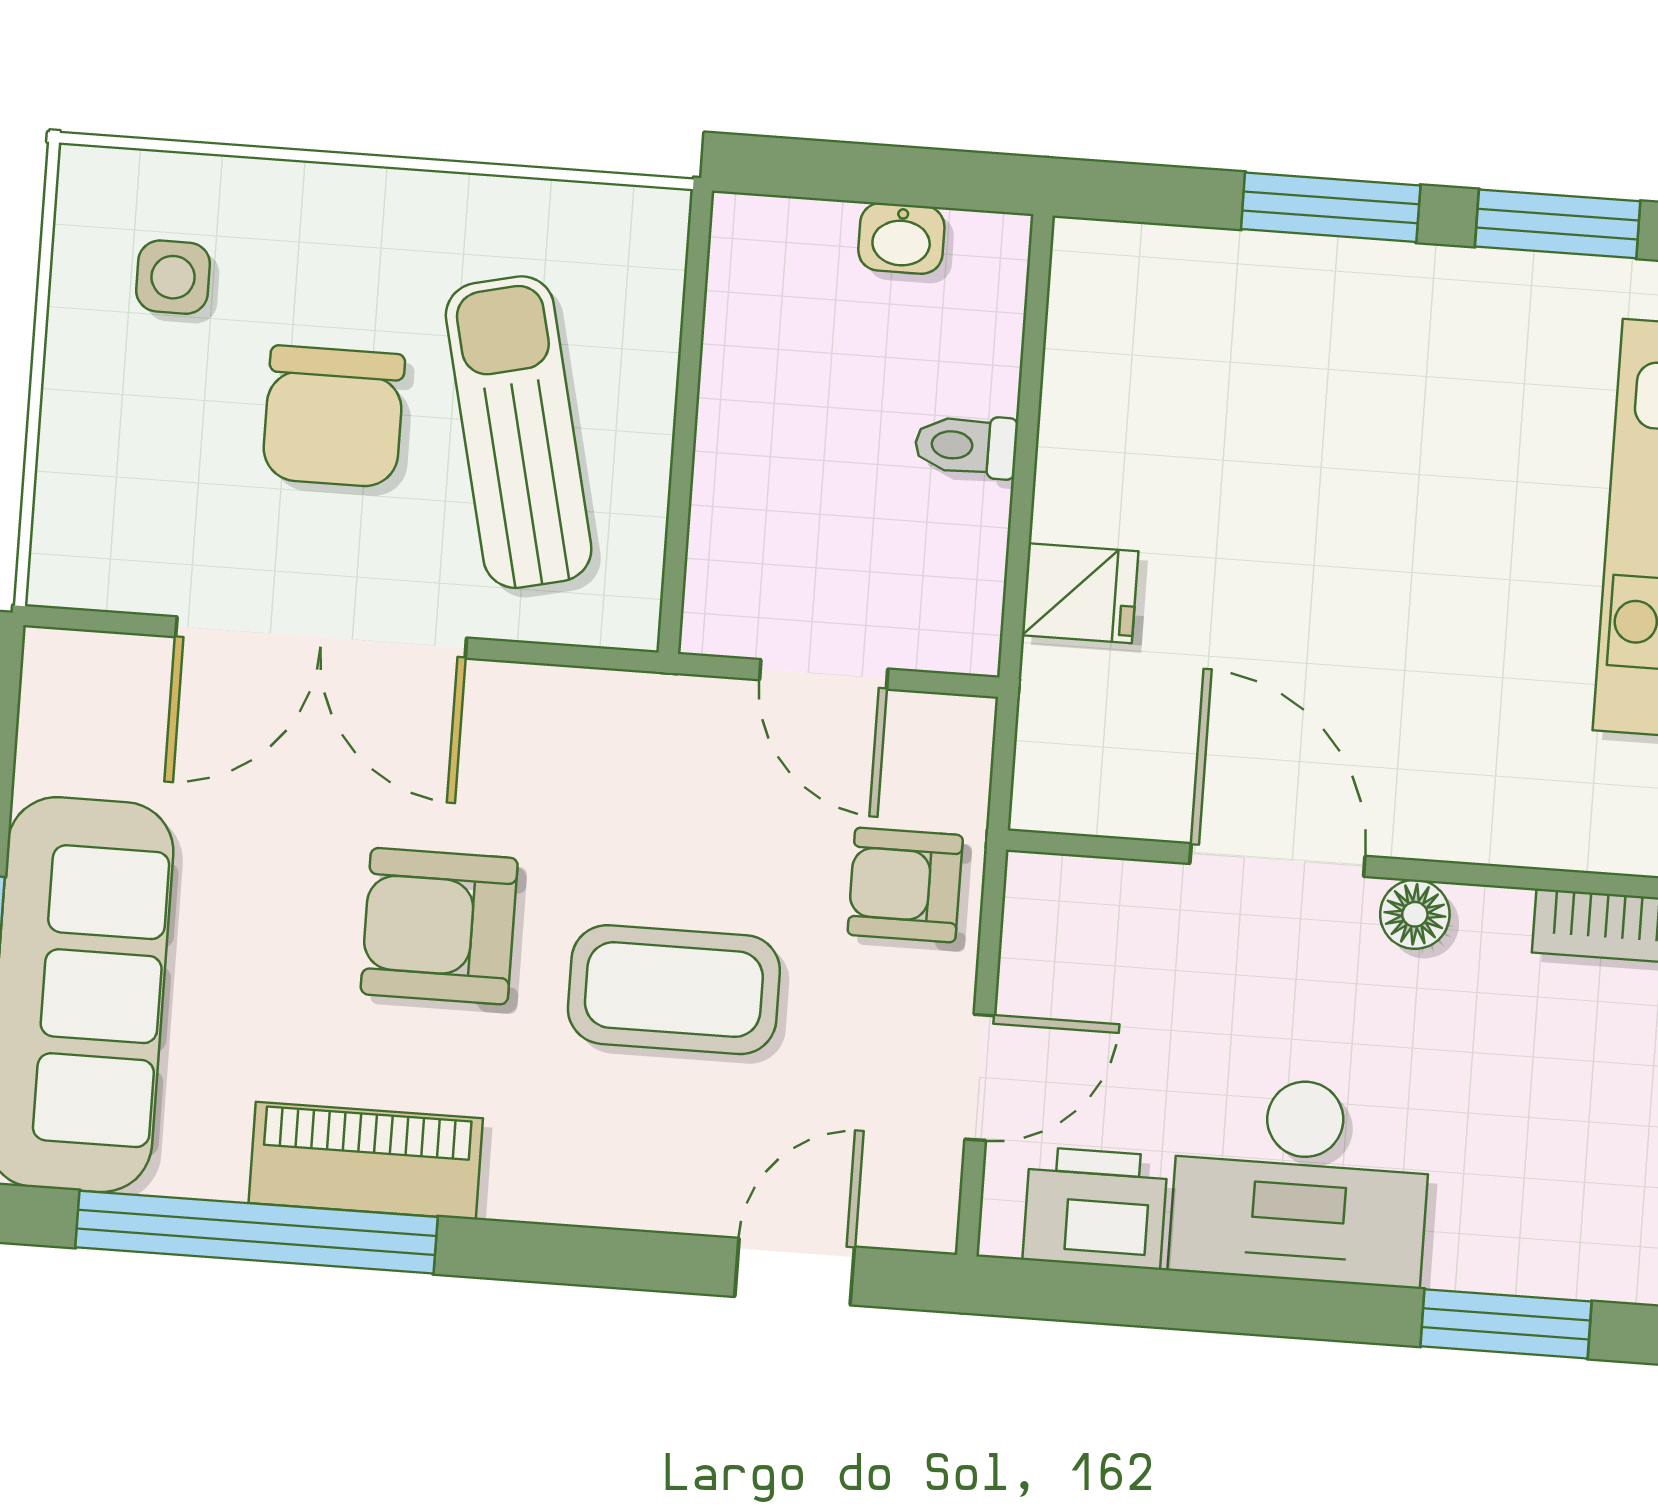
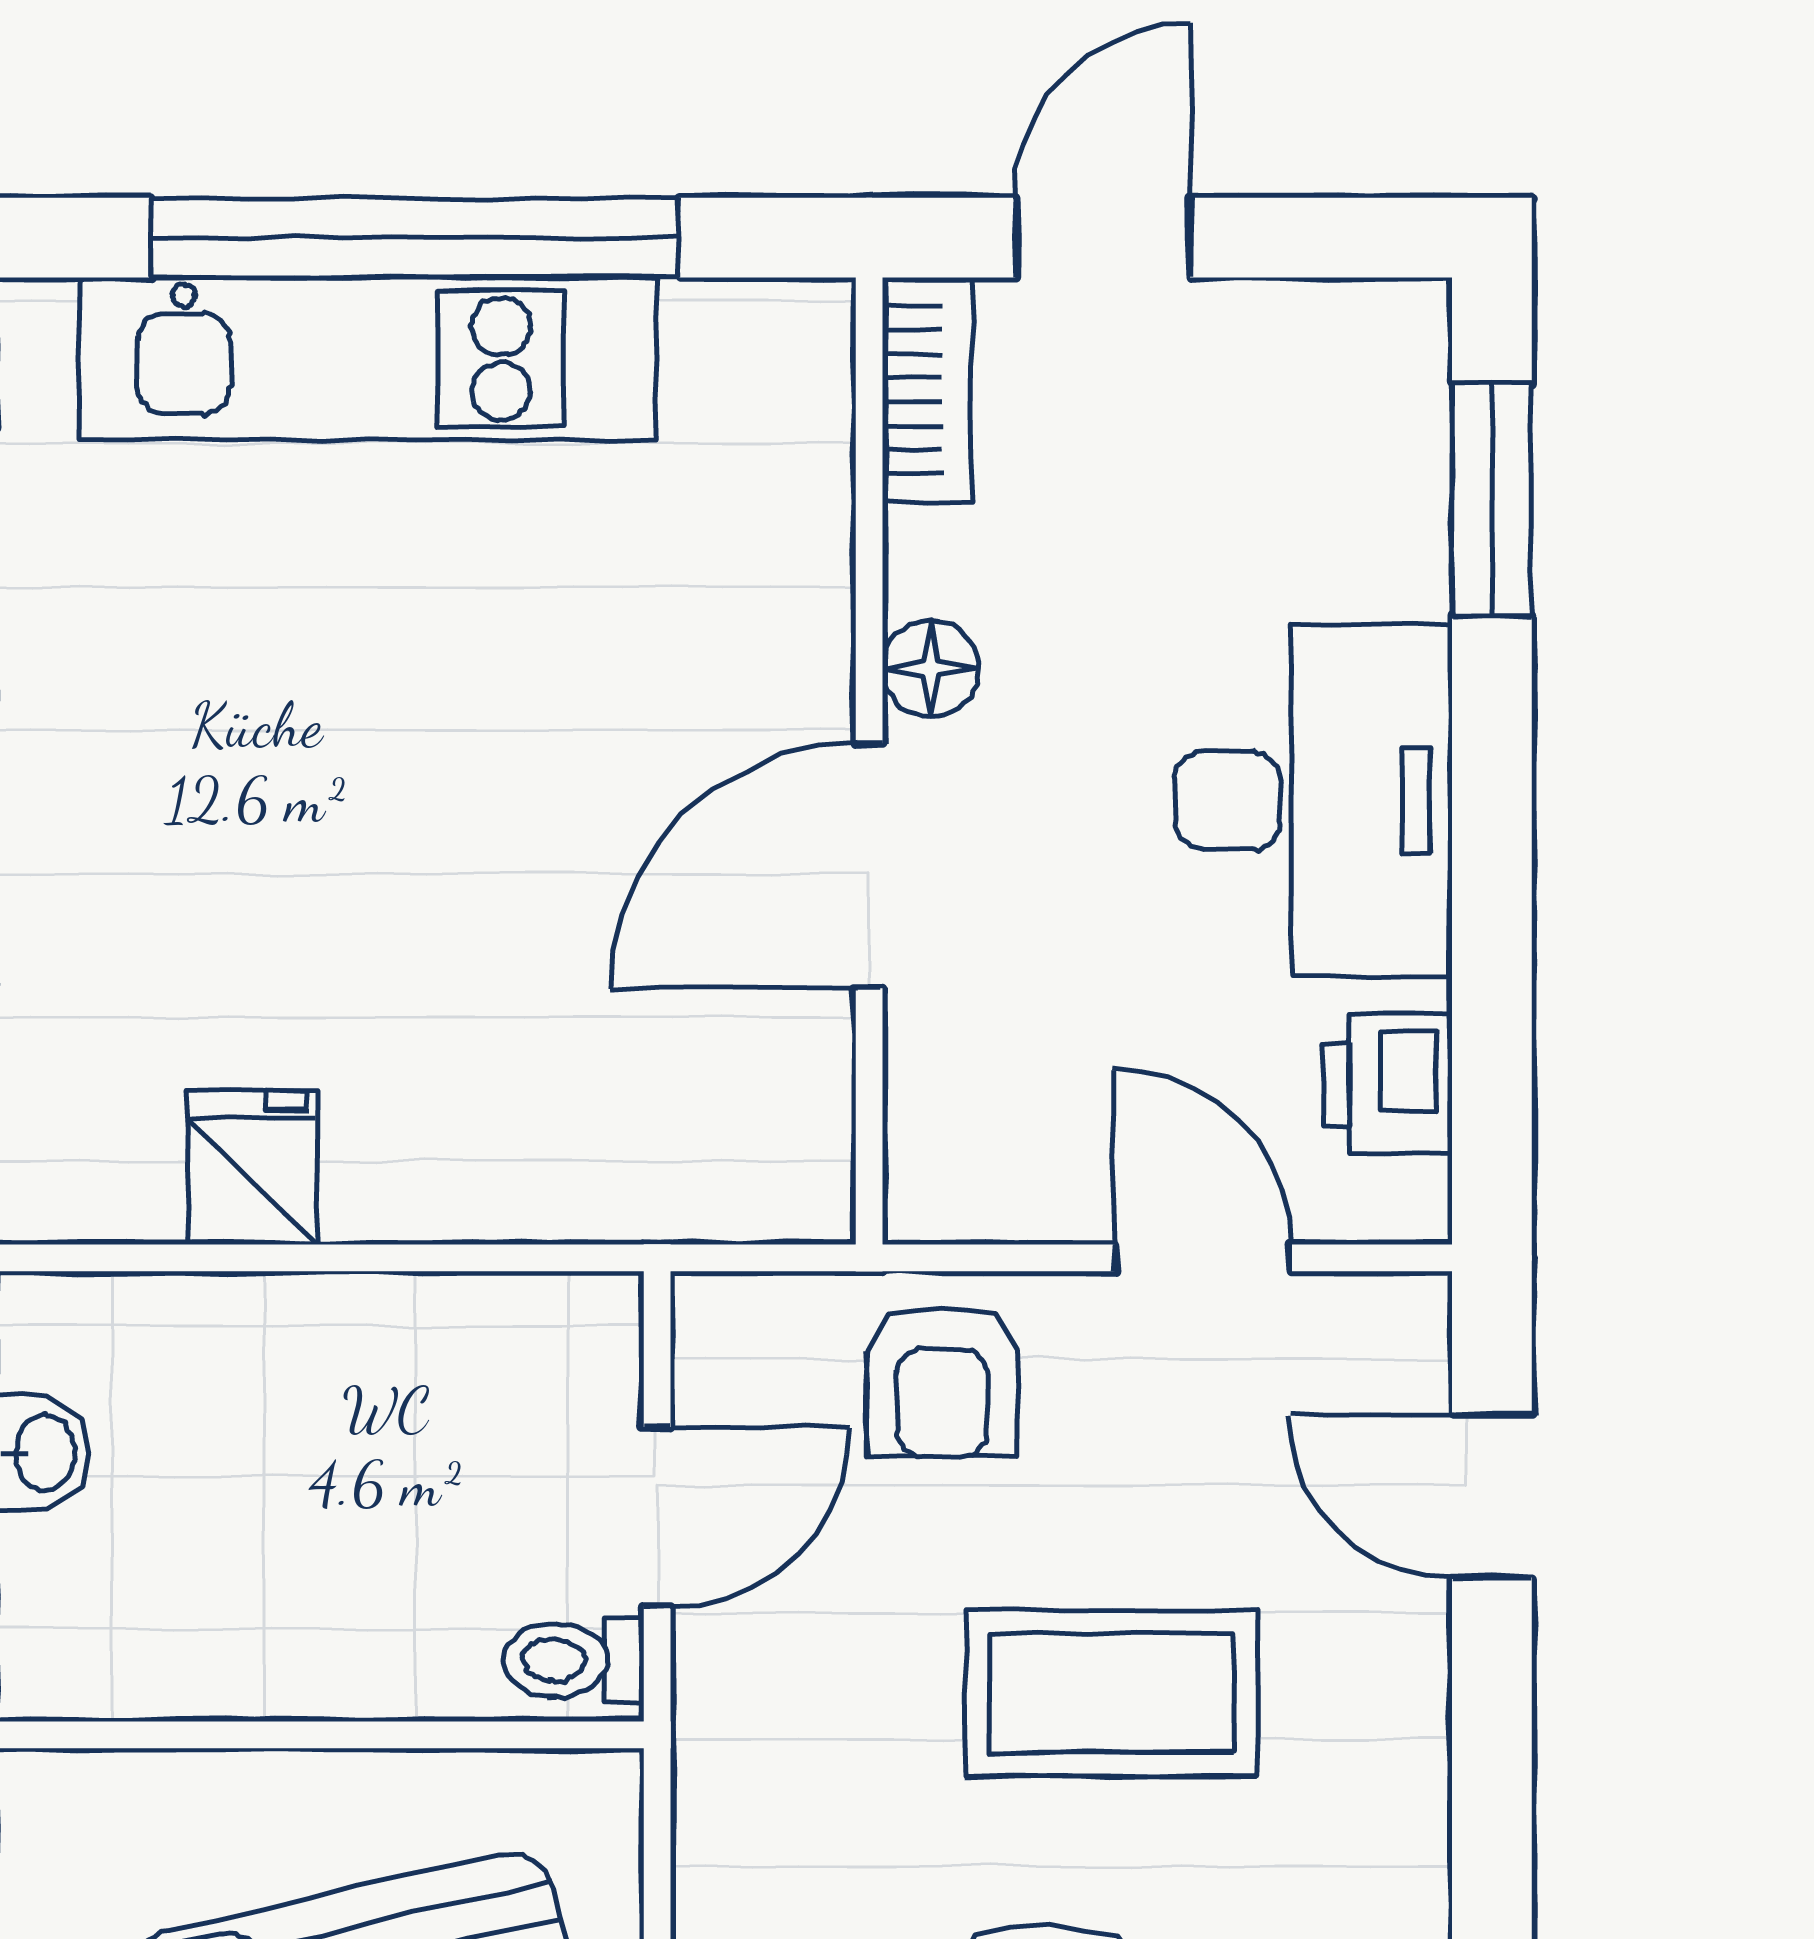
toilet: (966, 446) -> (573, 1660), moved, turned 90
fridge: (1080, 593) -> (252, 1168), moved
coffee table: (674, 990) -> (1111, 1693), turned 90
printer: (1095, 1208) -> (1388, 1084), width x0.73, depth x0.81

